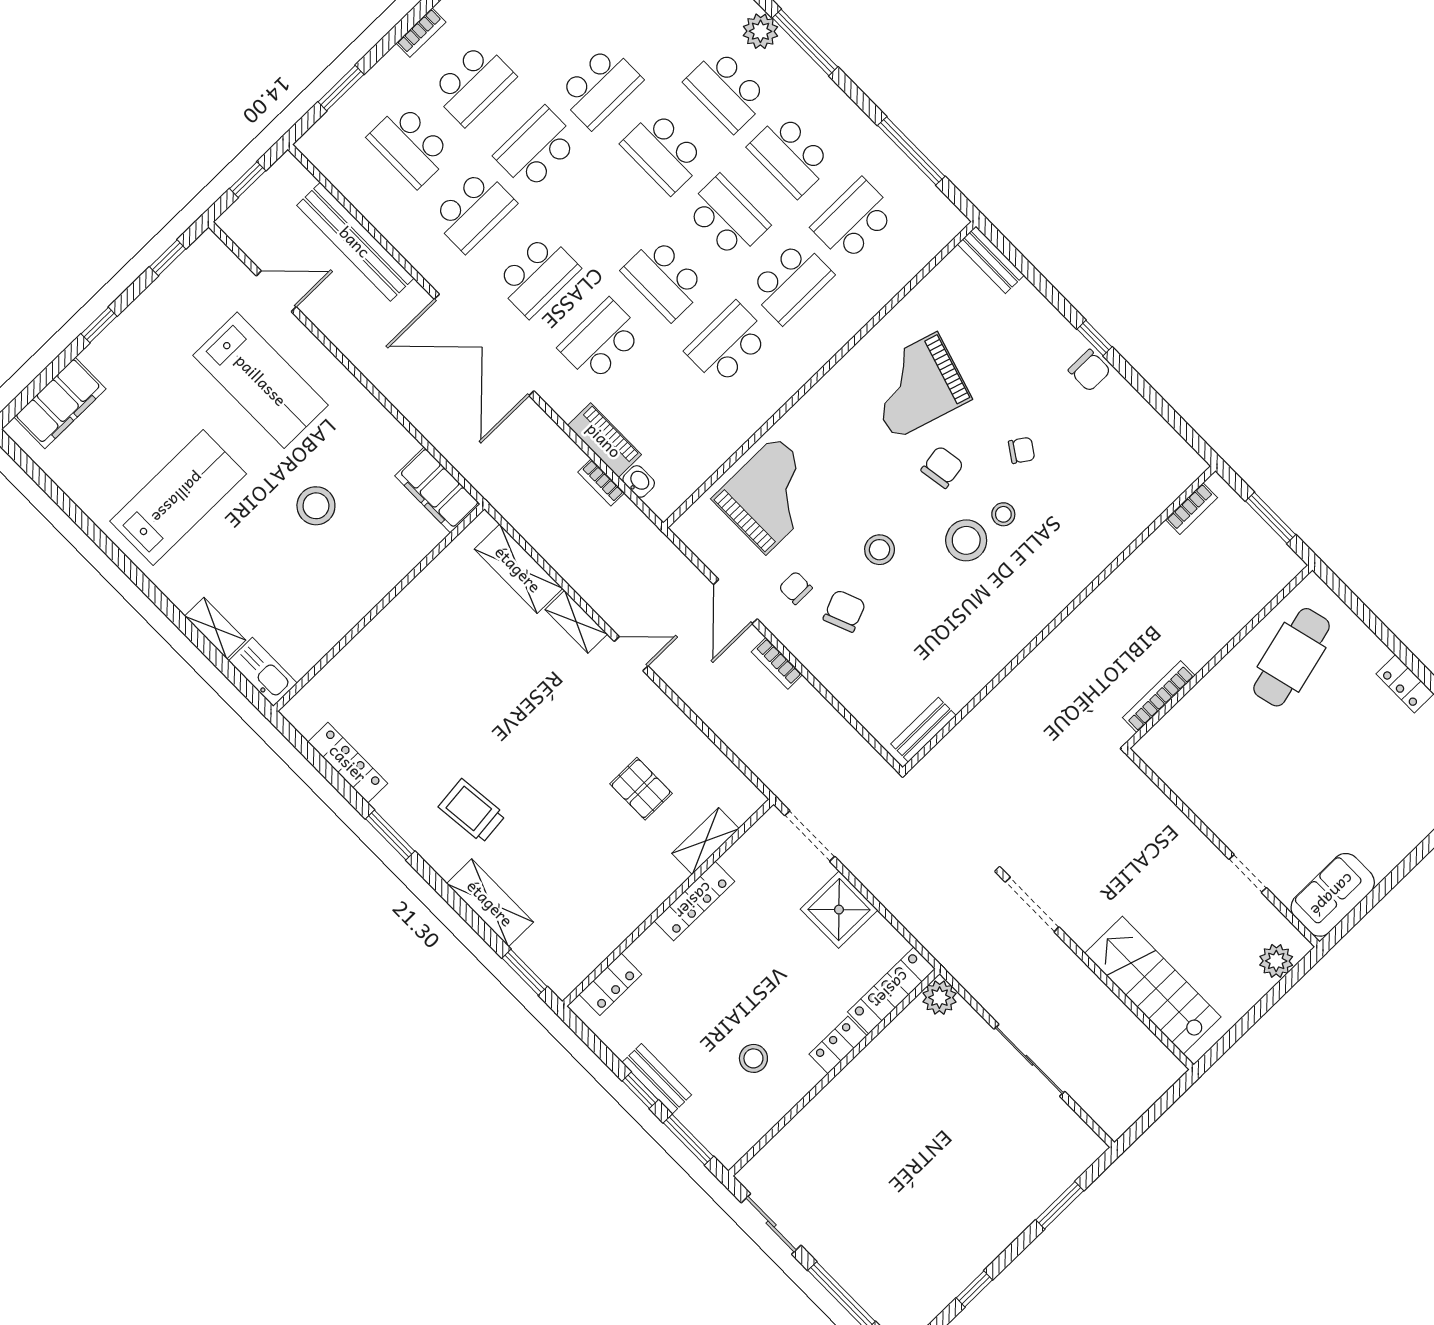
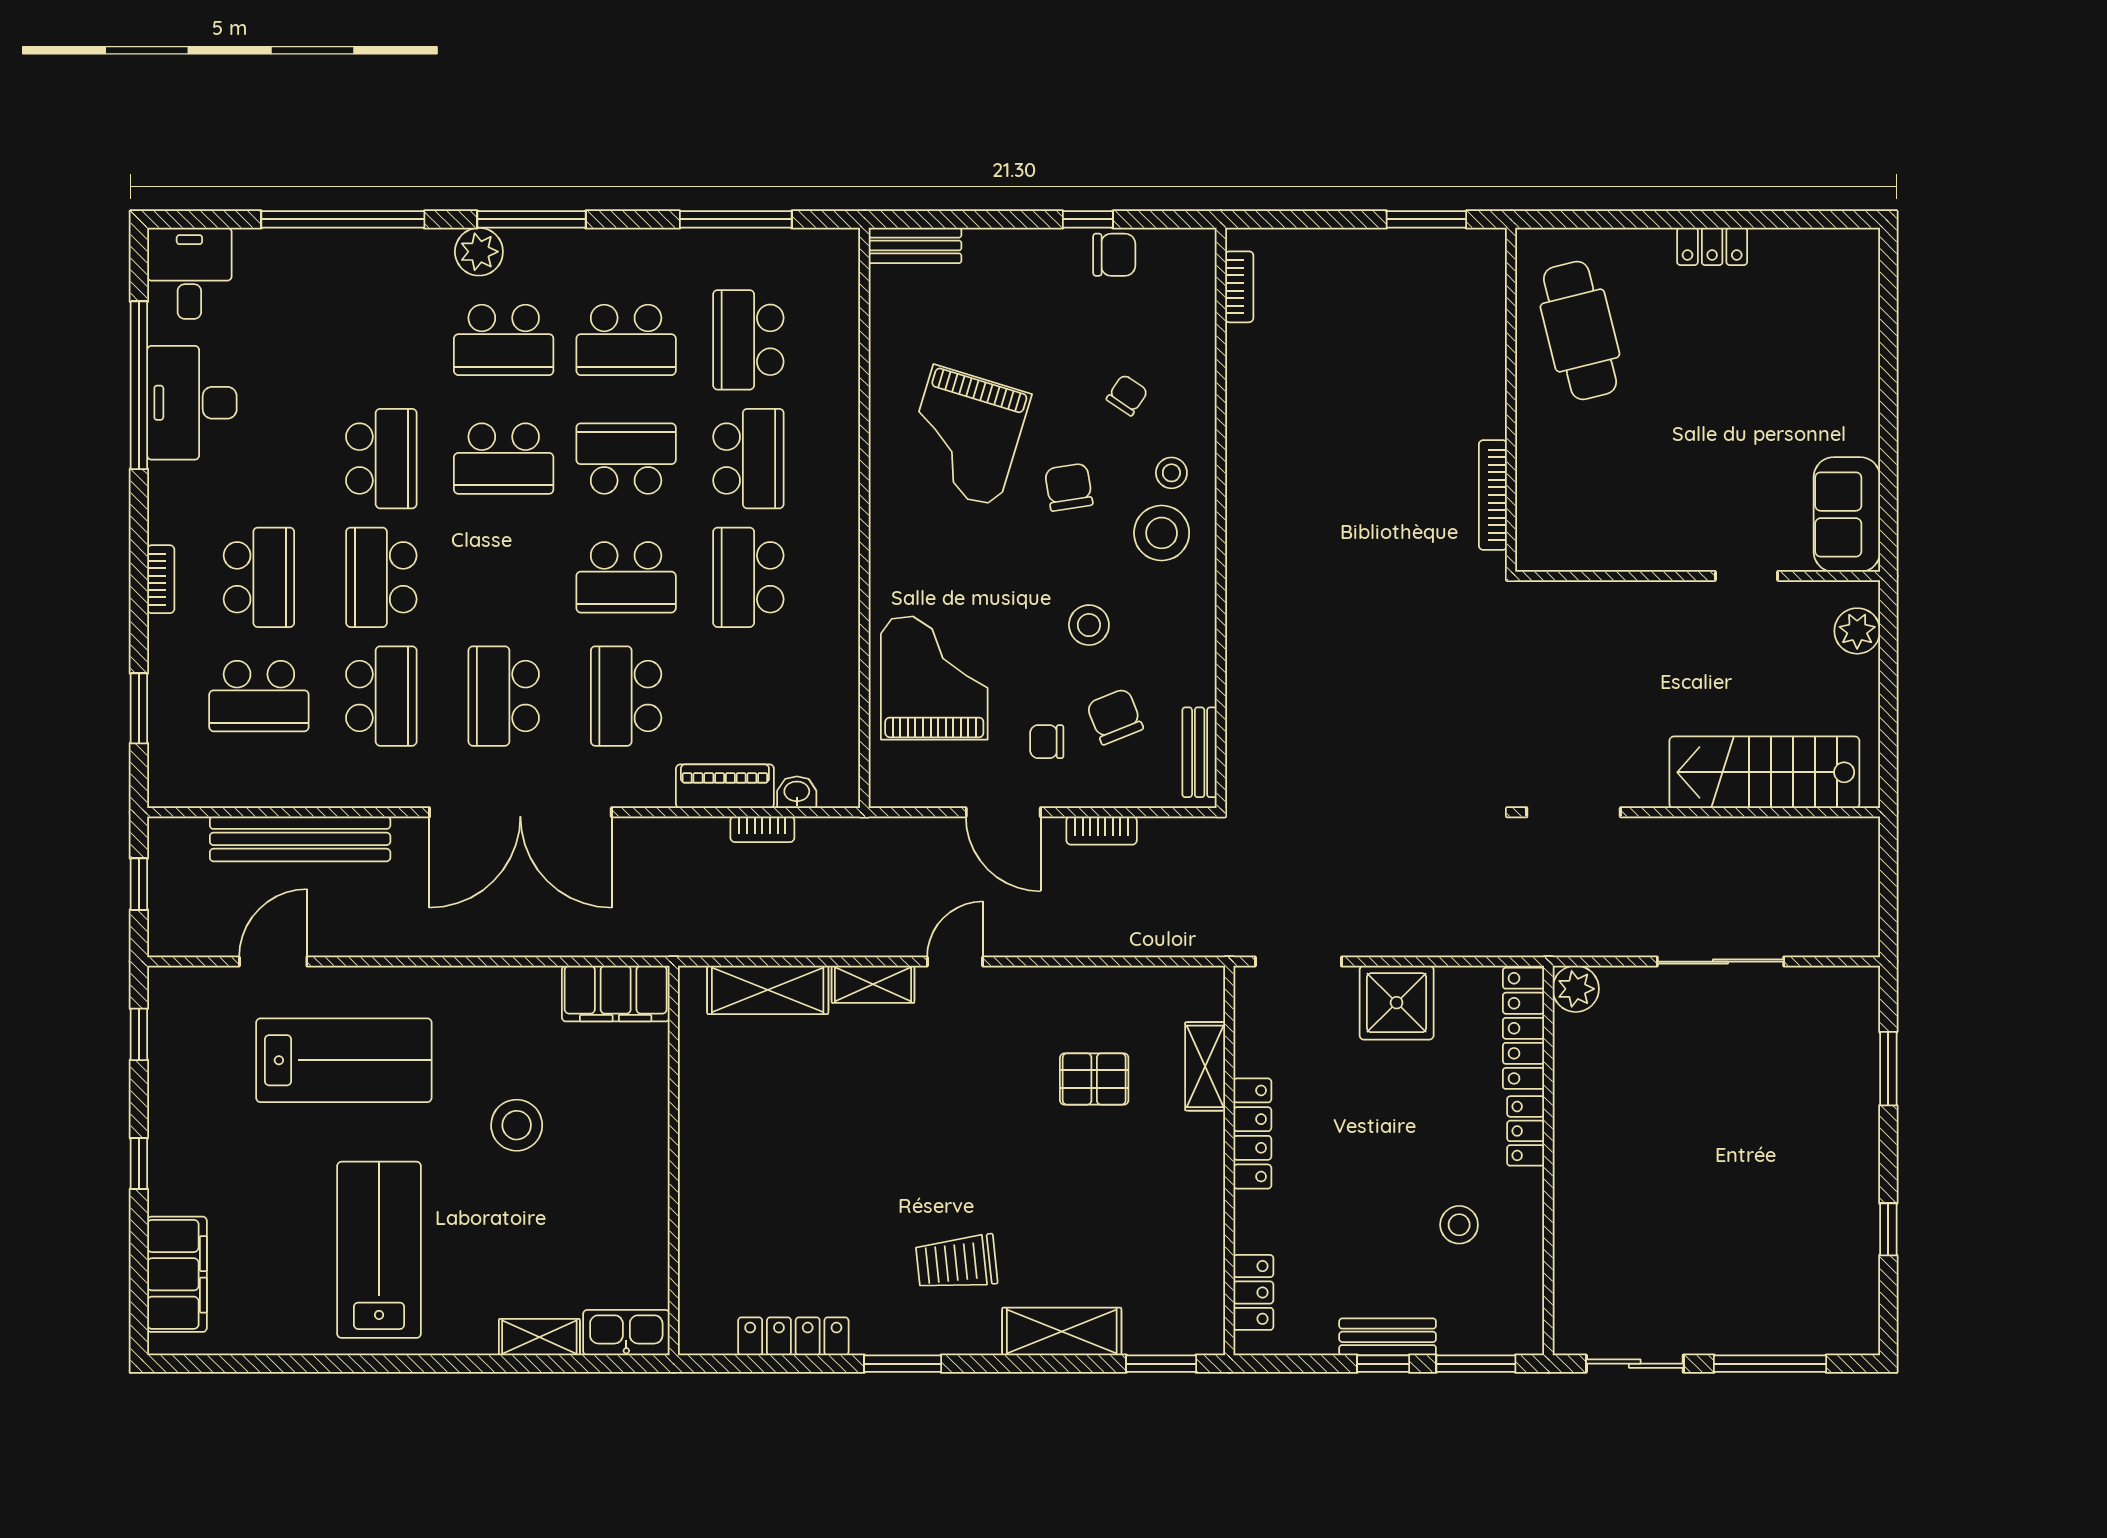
school desk: (537, 276) -> (504, 696), turned 180
bookcase: (1191, 509) -> (1239, 287), moved
wall: (1059, 619) -> (1221, 518), moved
bench: (923, 730) -> (1200, 752), moved

